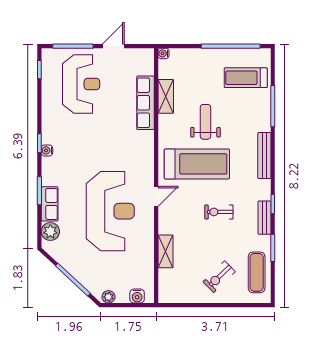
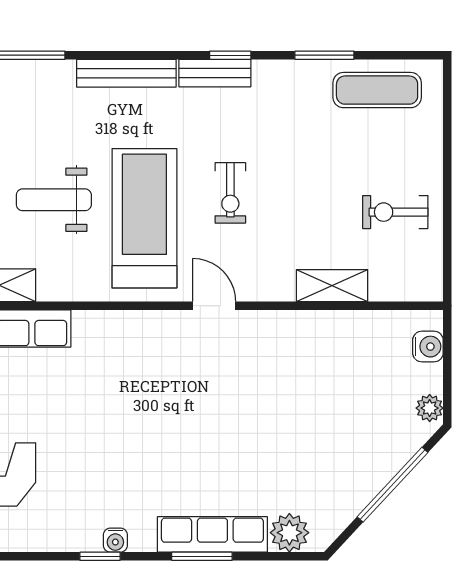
row of seats: (50, 204) -> (212, 534), width x1.48
reception desk: (110, 211) -> (246, 404), removed
exercise bike: (219, 212) -> (230, 193), moved
bench: (265, 218) -> (215, 73), moved
exercise bike: (219, 277) -> (395, 212), moved, turned 134

